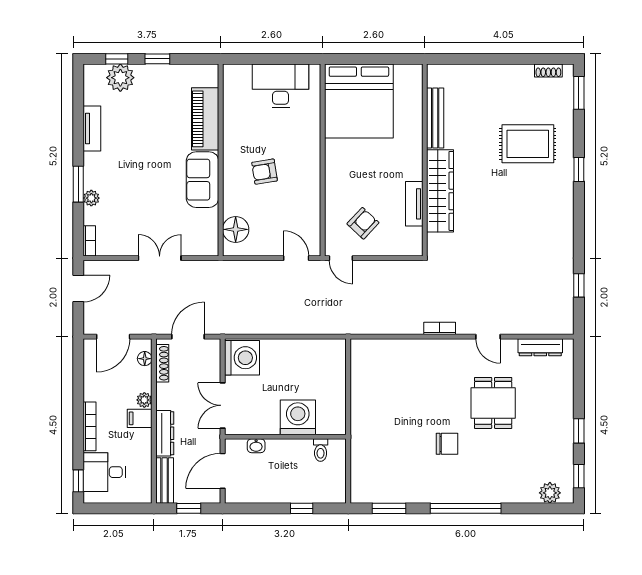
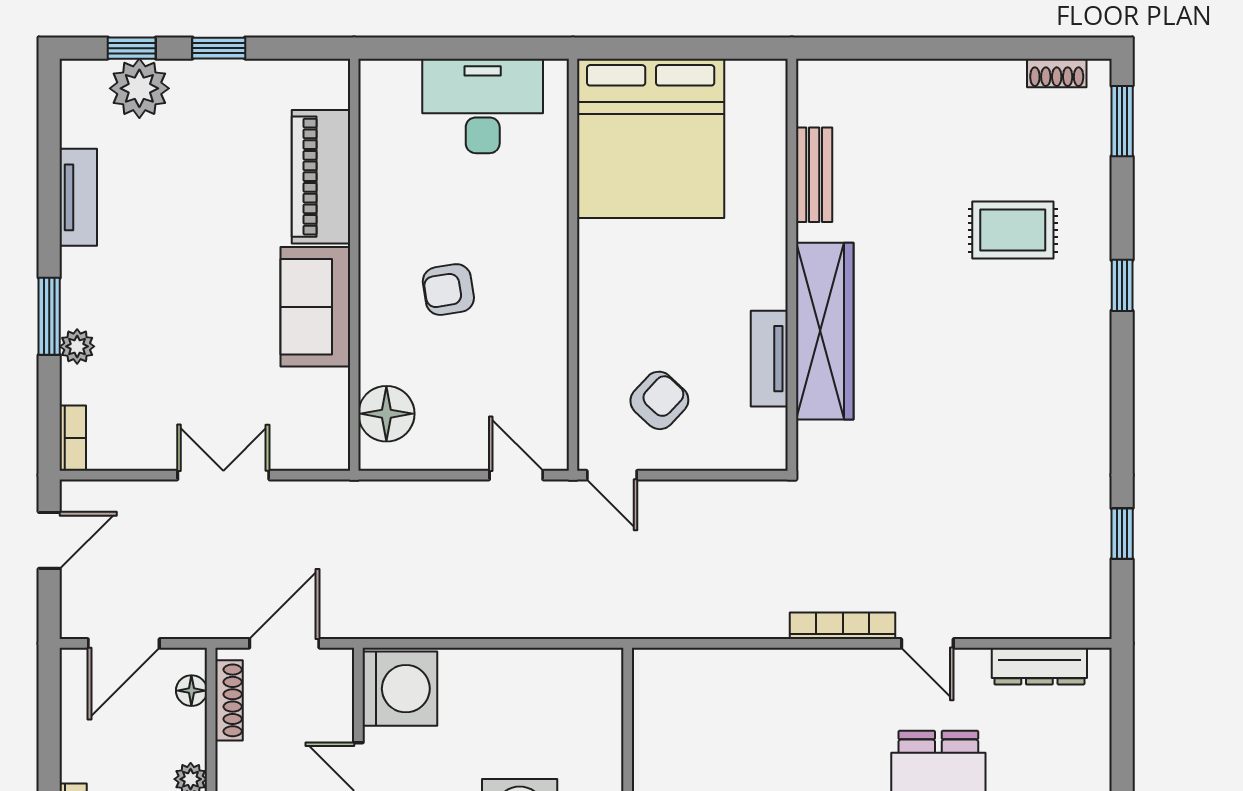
bench: (435, 118) -> (814, 175), width x0.73
rug: (528, 144) -> (1013, 230), width x0.73, depth x0.70
bookcase: (440, 328) -> (843, 626), width x1.56

